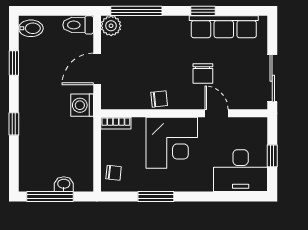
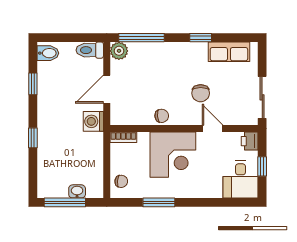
row of seats: (224, 27) -> (229, 52), width x0.68
printer: (258, 127) -> (250, 141), added
desk: (241, 171) -> (240, 179), width x0.73

